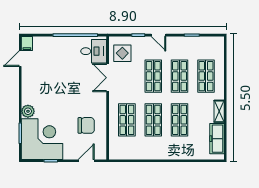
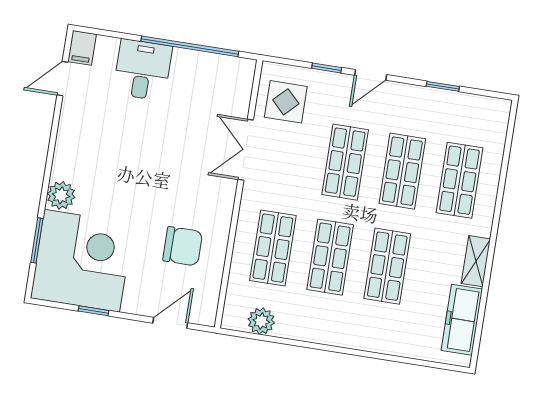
door: (158, 35) -> (371, 75), hinge flipped
desk: (94, 51) -> (143, 70), moved, turned -90
plant: (127, 153) -> (261, 321), added

